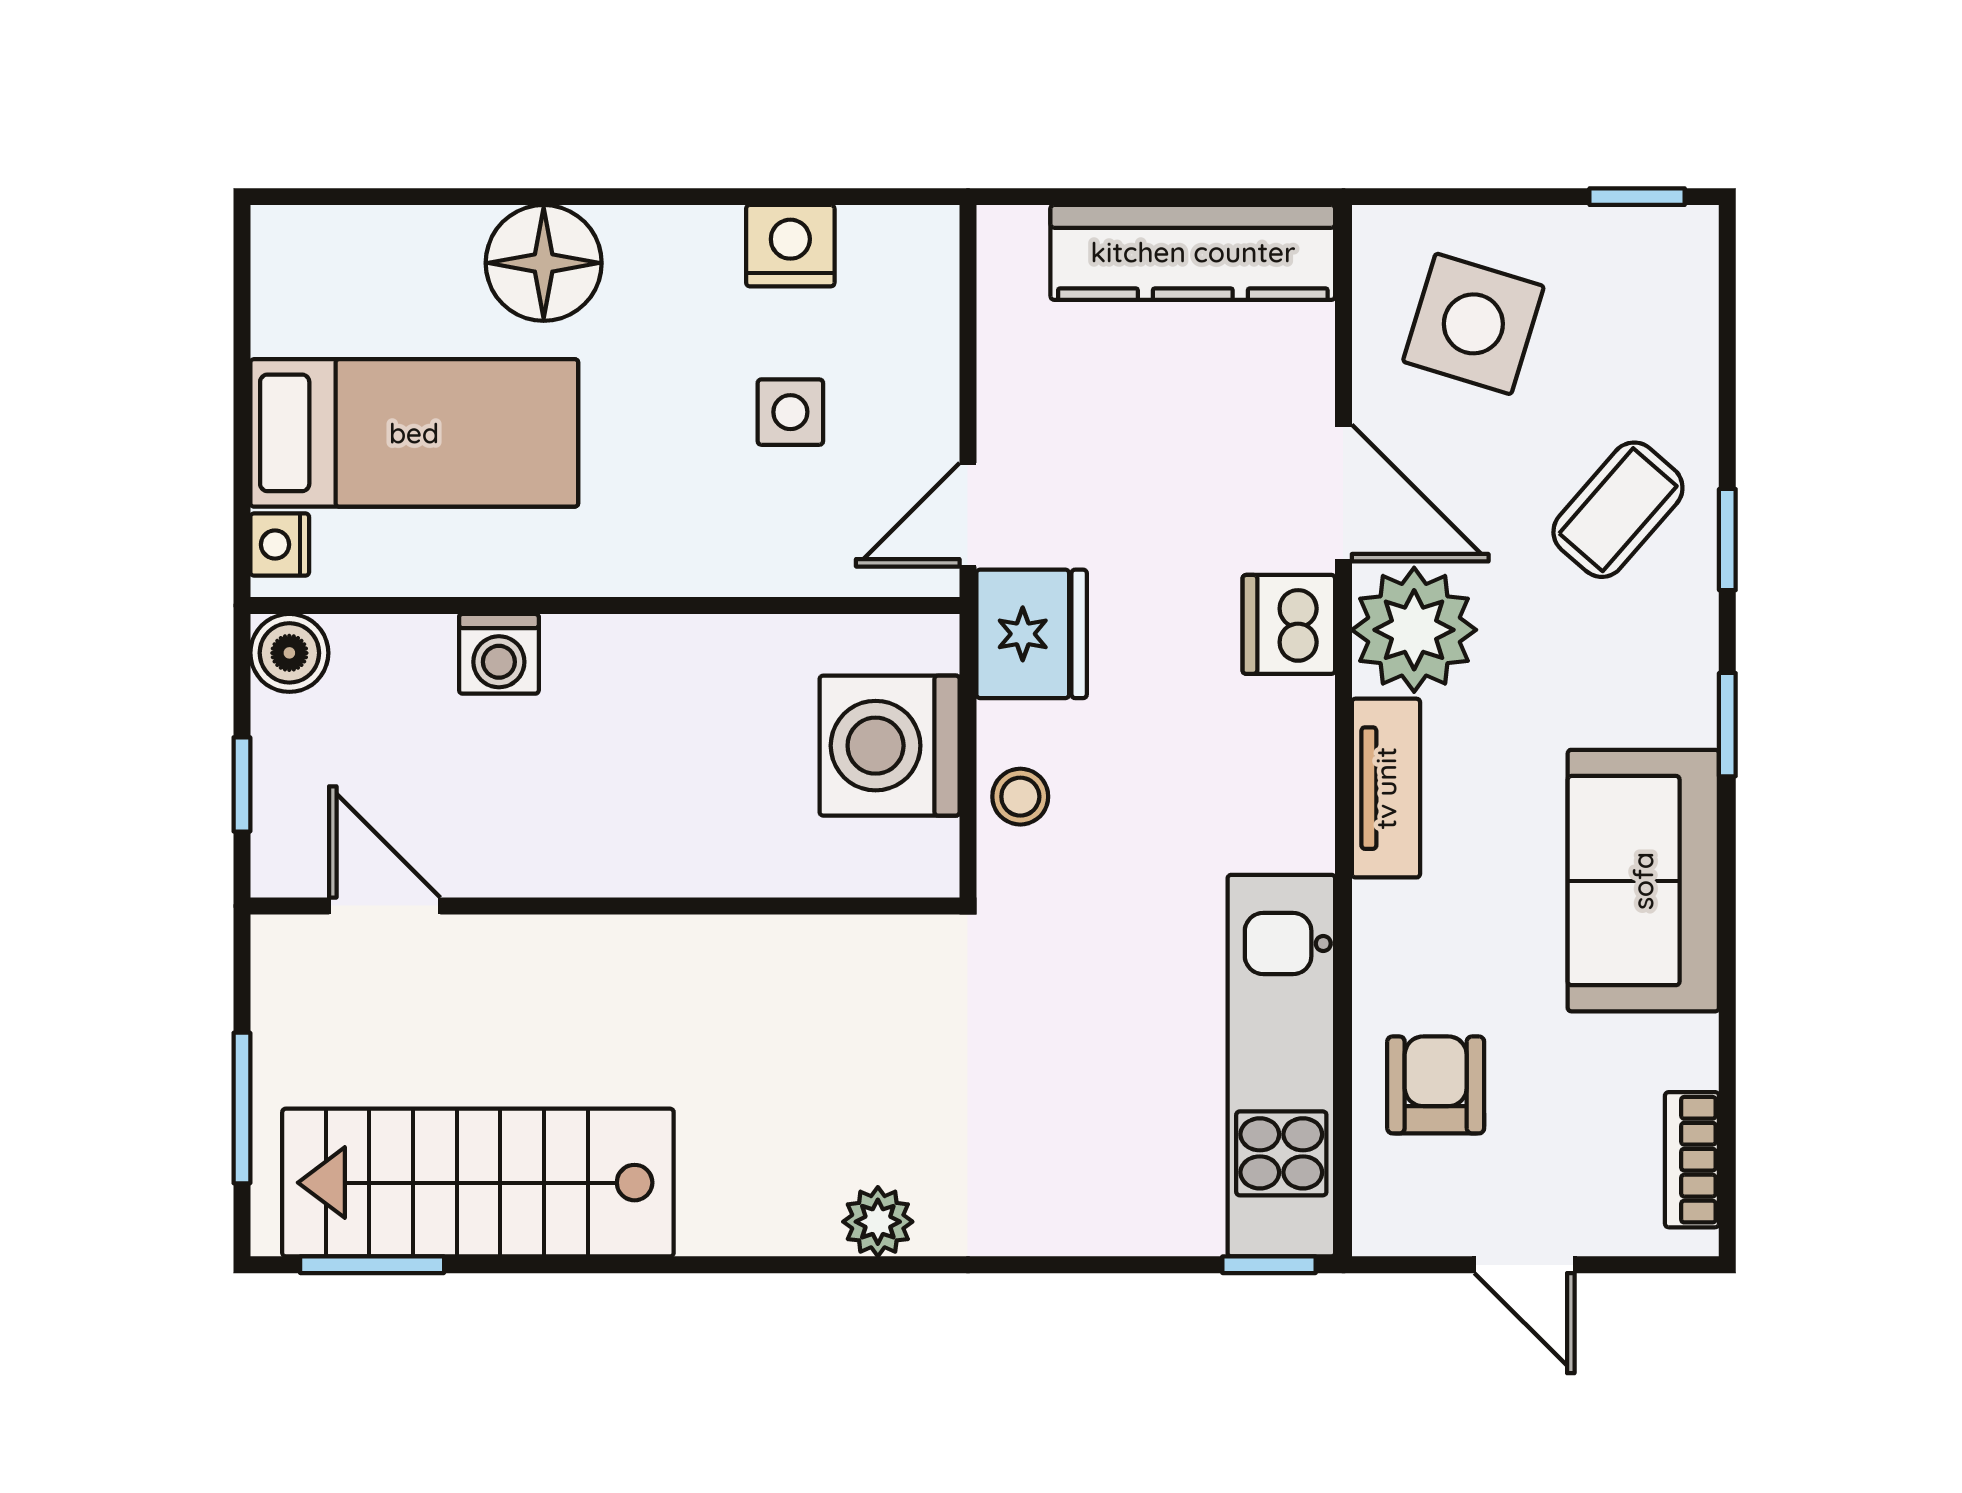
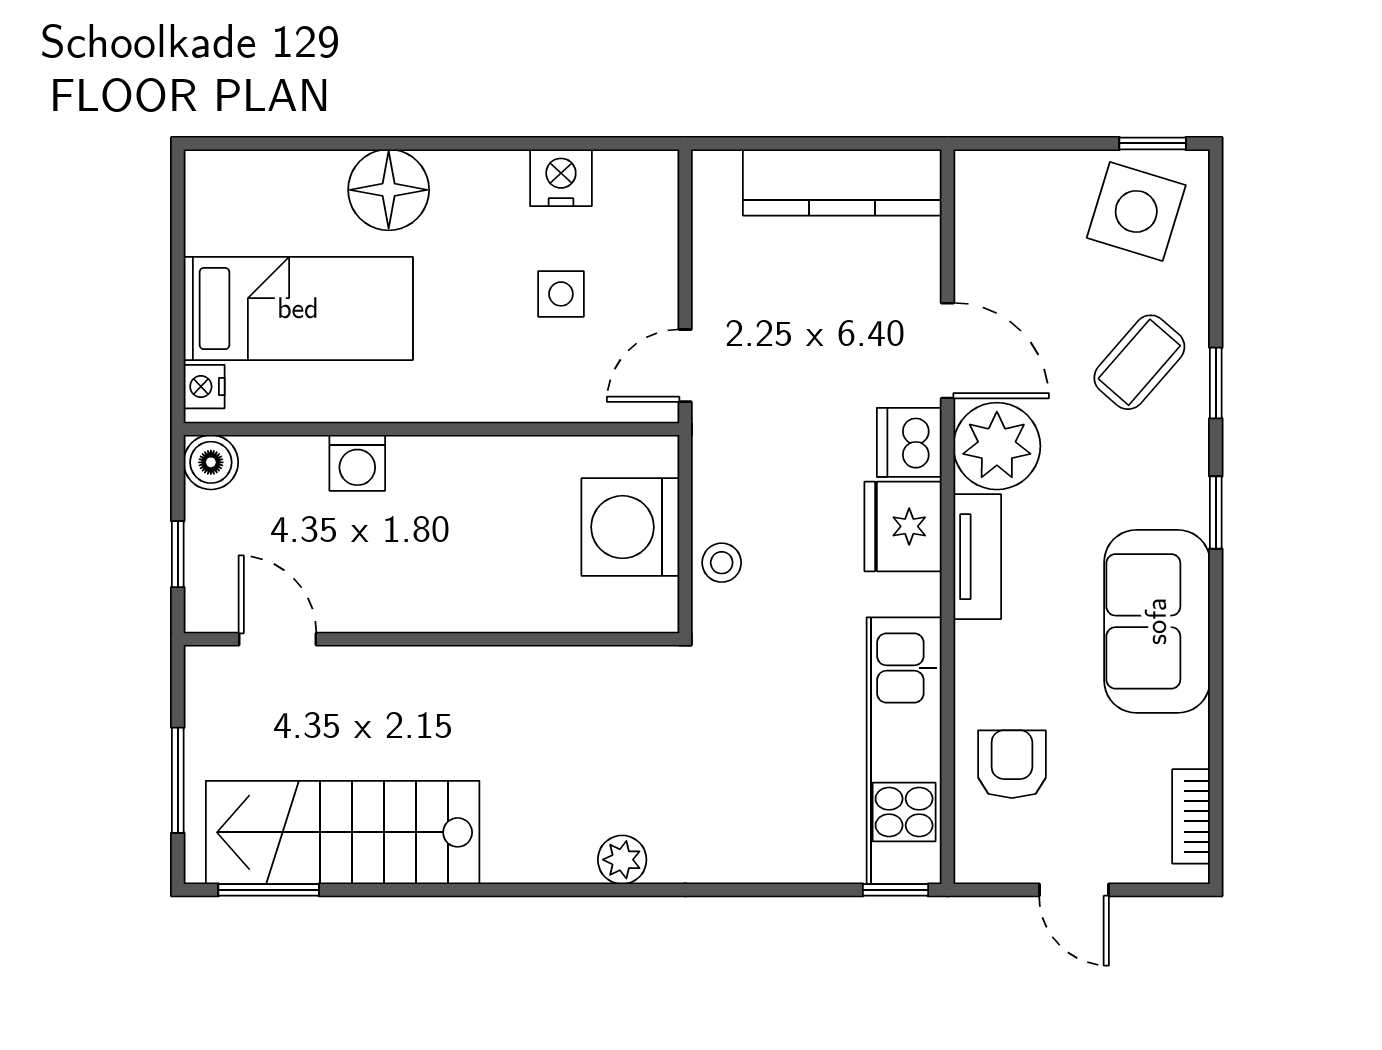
side table: (1473, 324) -> (1136, 211), moved
fridge: (1032, 634) -> (903, 526), moved, turned 180

